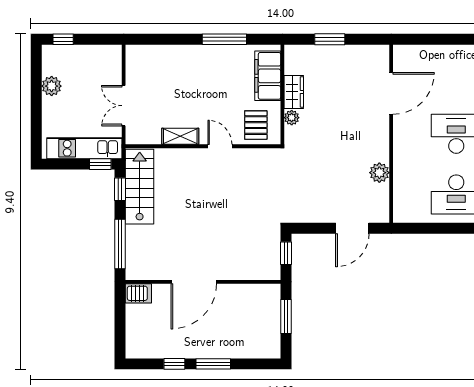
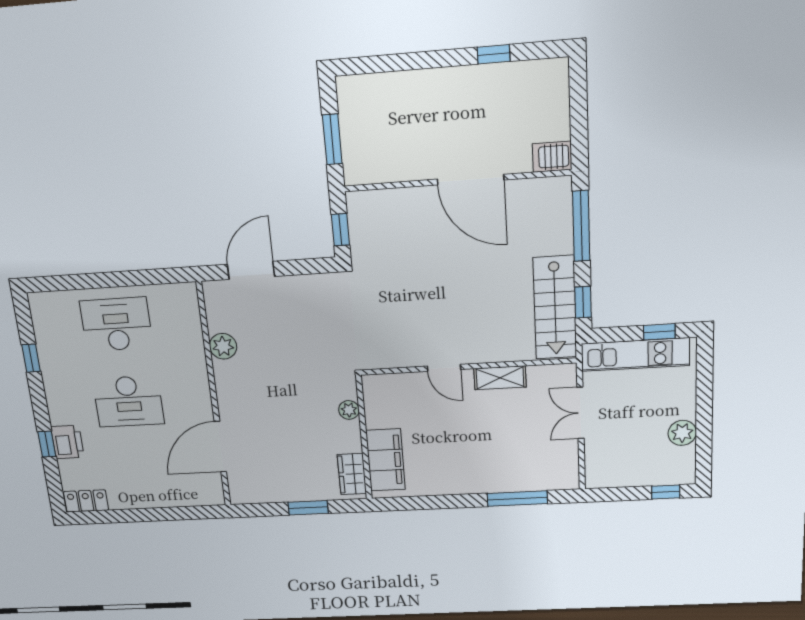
window: (224, 39) -> (517, 499), moved
wardrobe: (294, 92) -> (352, 474), moved
double door: (124, 106) -> (580, 413), swing flipped
pallet: (256, 125) -> (397, 398), removed
window: (100, 164) -> (659, 332), moved
door: (194, 282) -> (471, 180), swing flipped
window: (213, 364) -> (435, 59), removed

